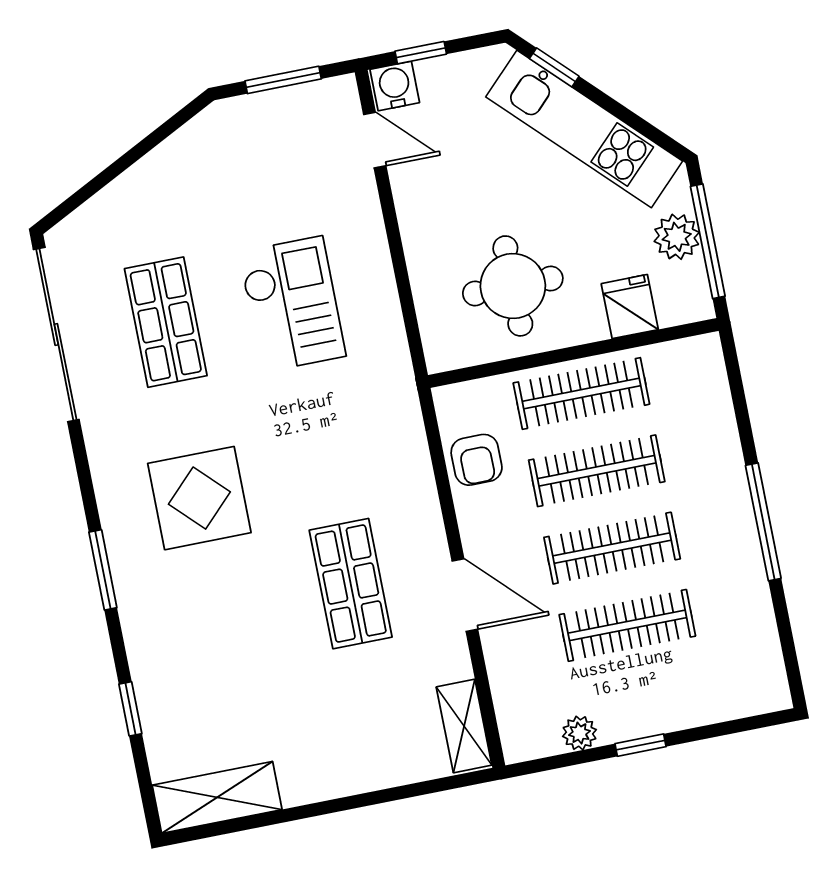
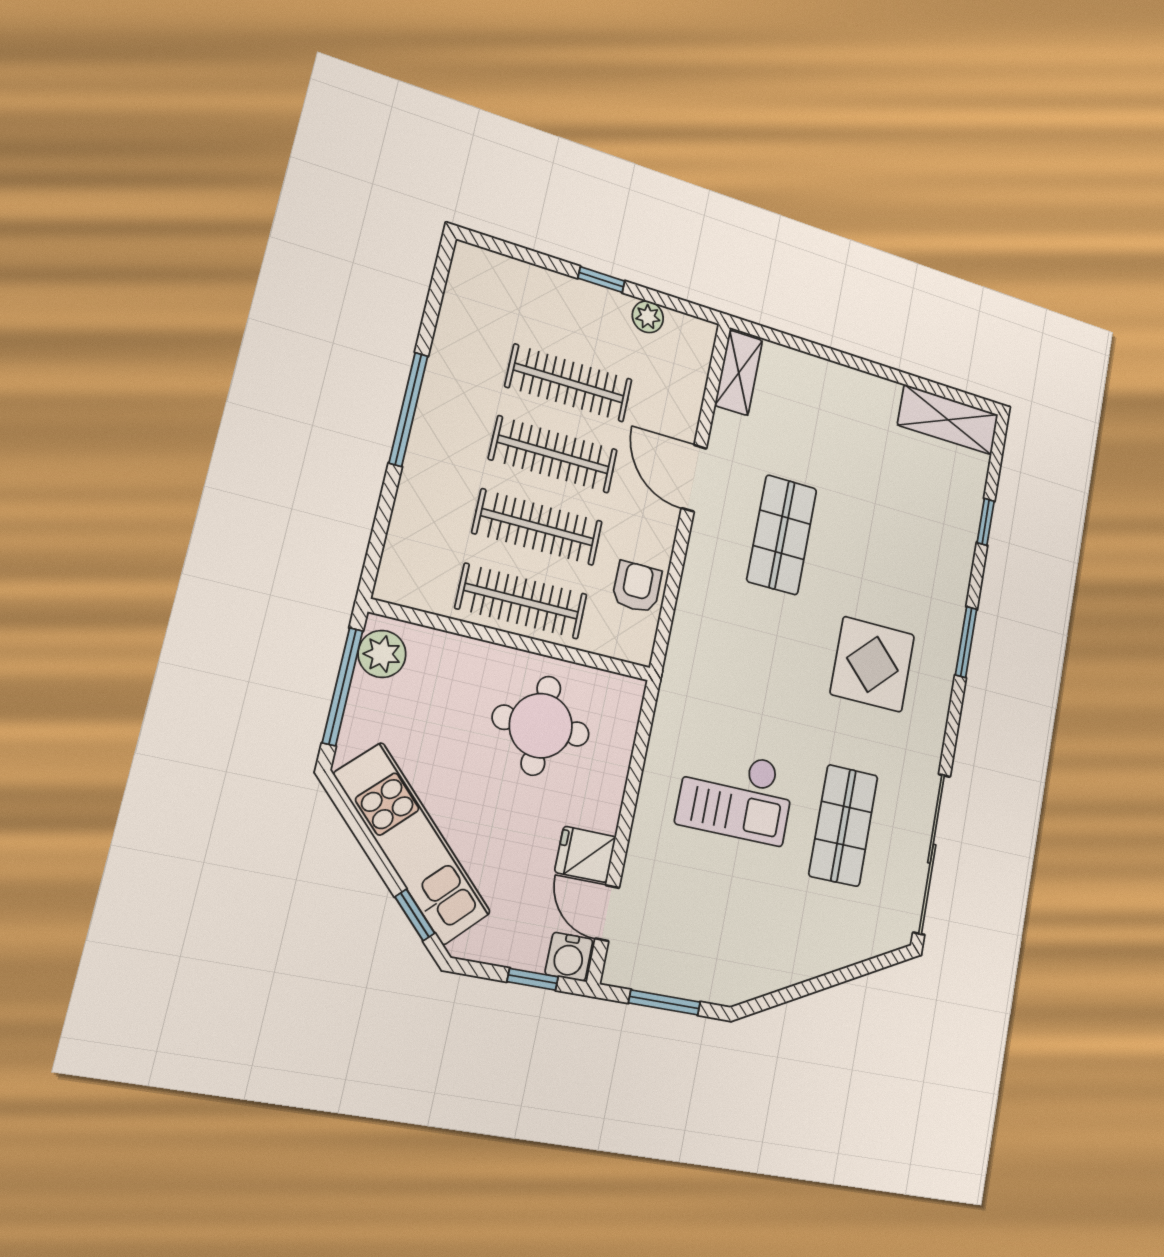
plant: (677, 237) -> (382, 654), moved
checkout: (292, 304) -> (736, 795), turned -90
fridge: (630, 307) -> (585, 854), moved, turned 90

